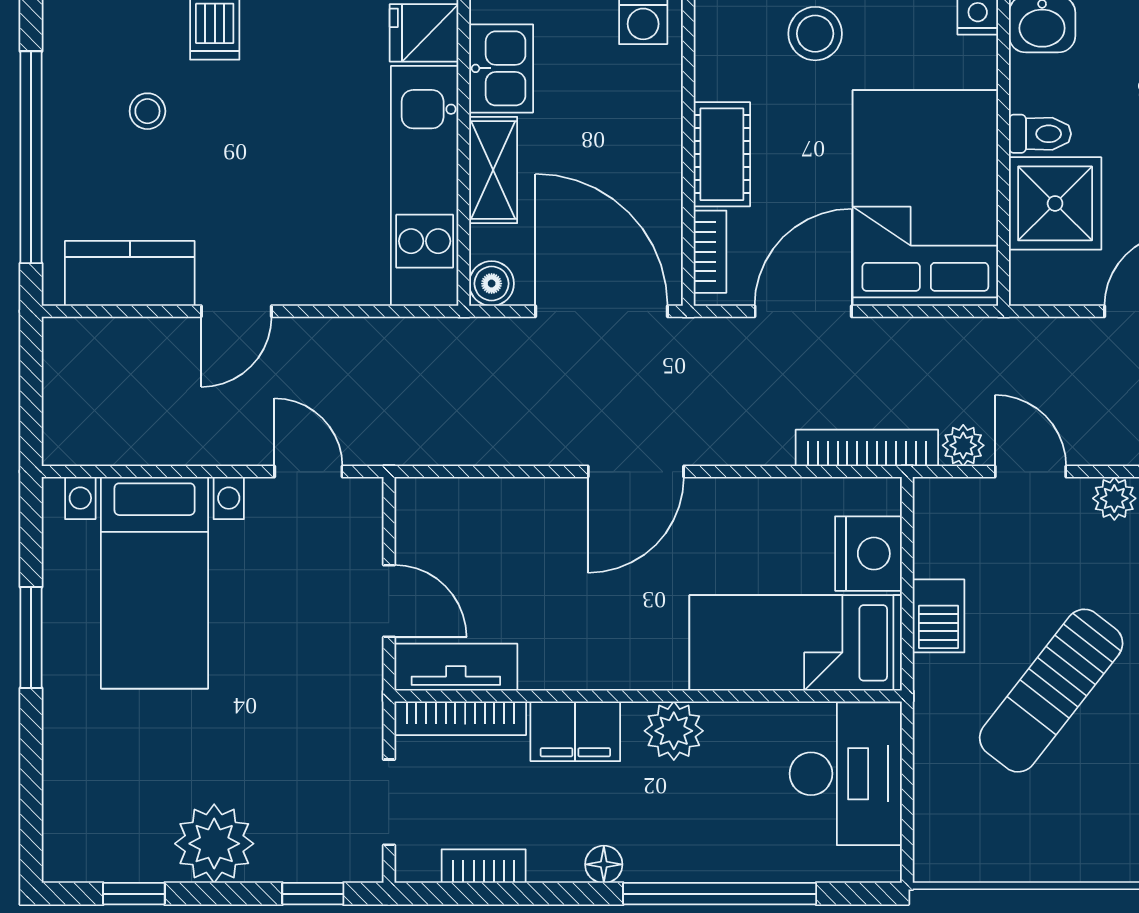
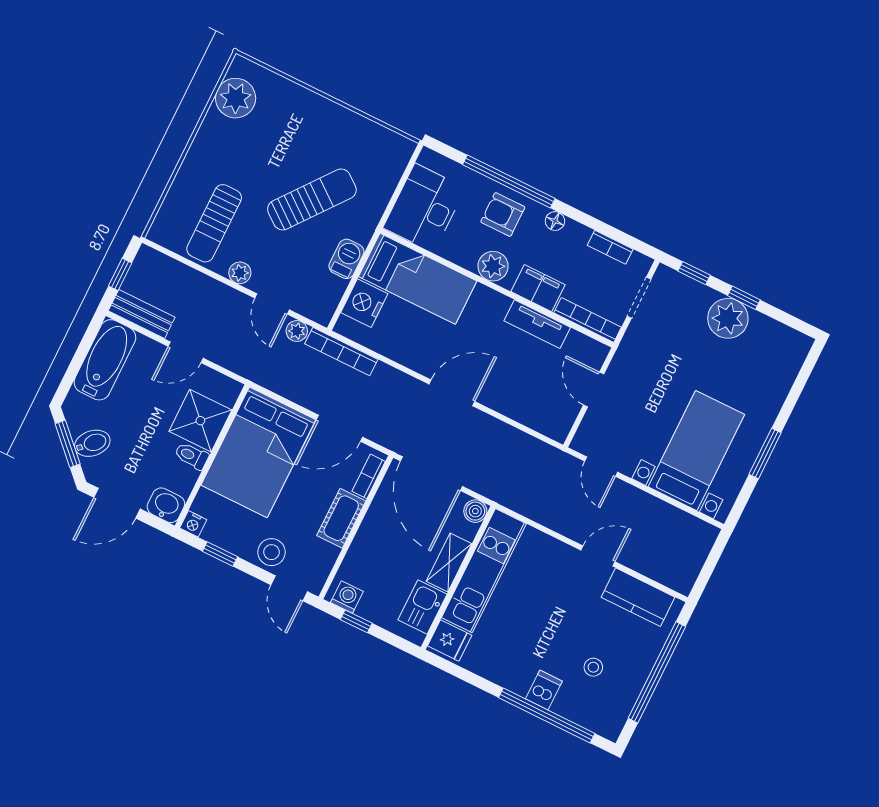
tv unit: (456, 667) -> (537, 324), moved
armchair: (702, 830) -> (503, 214), added
window: (134, 894) -> (744, 298), moved

